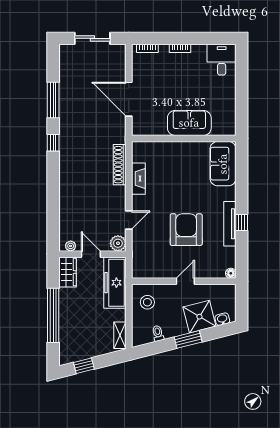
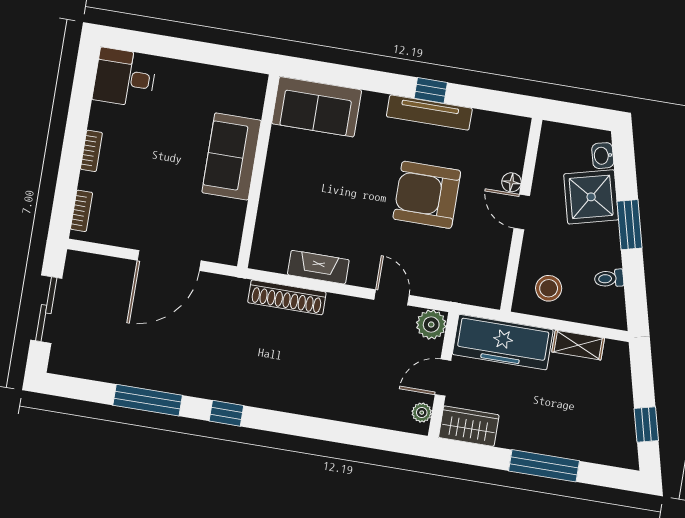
floor lamp: (231, 273) -> (511, 182), moved
window: (53, 315) -> (544, 466), width x0.68
shelving: (120, 335) -> (578, 345), moved

